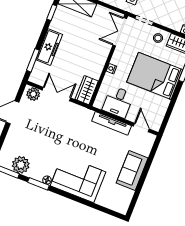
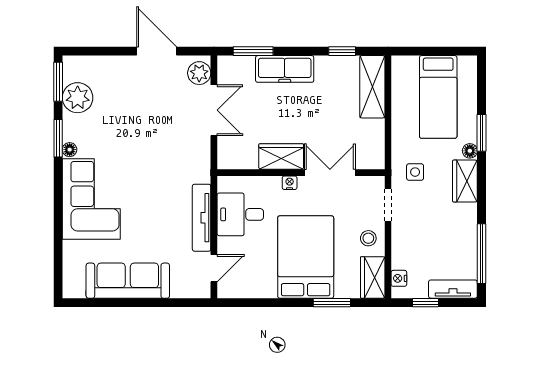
double door: (120, 32) -> (330, 173), moved
wardrobe: (87, 90) -> (281, 156), moved
sofa: (132, 171) -> (128, 281), width x1.36

